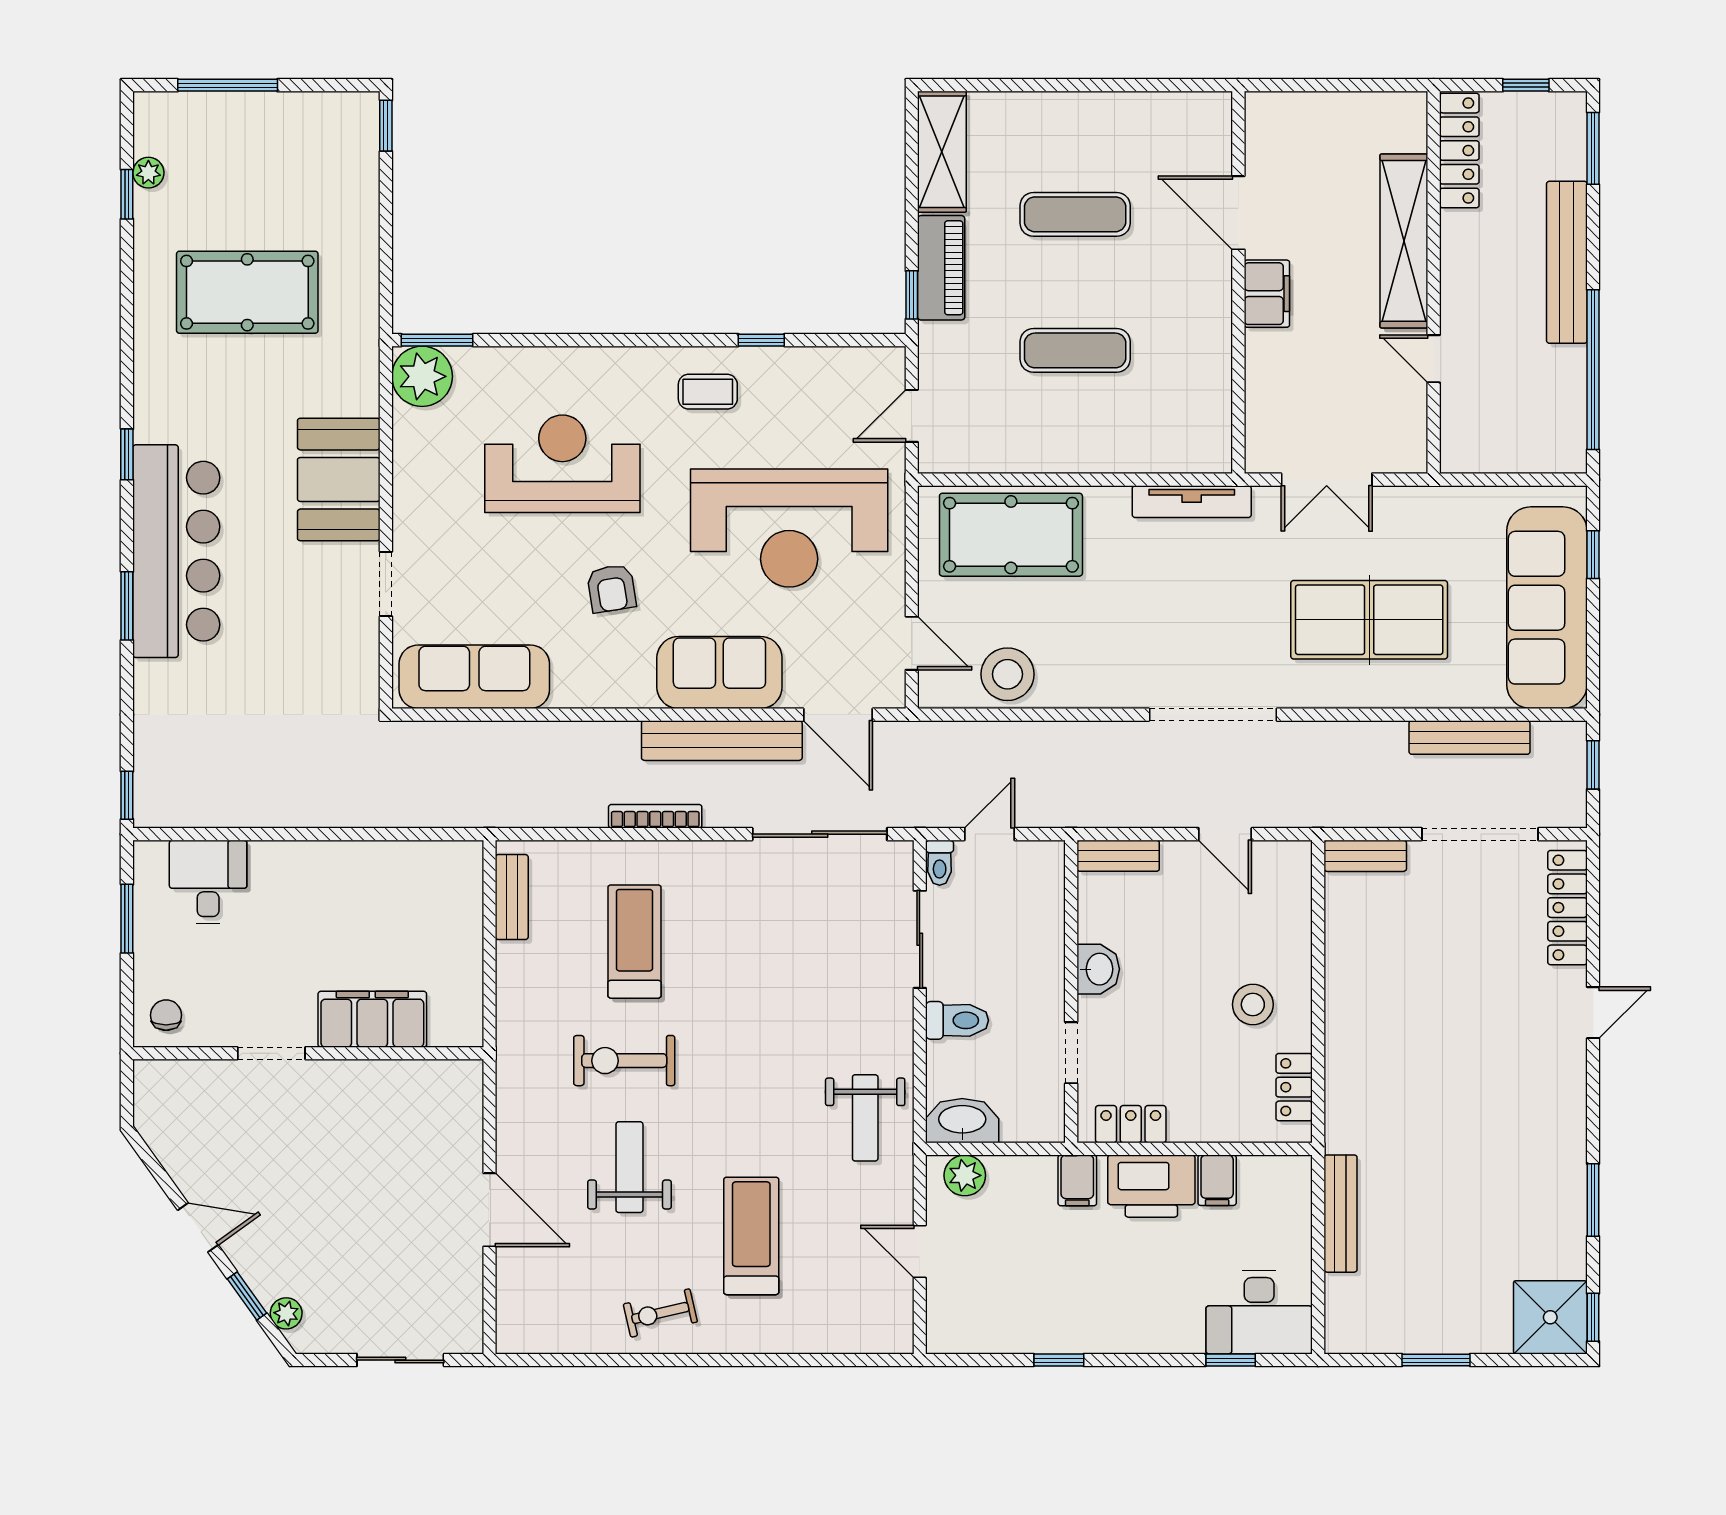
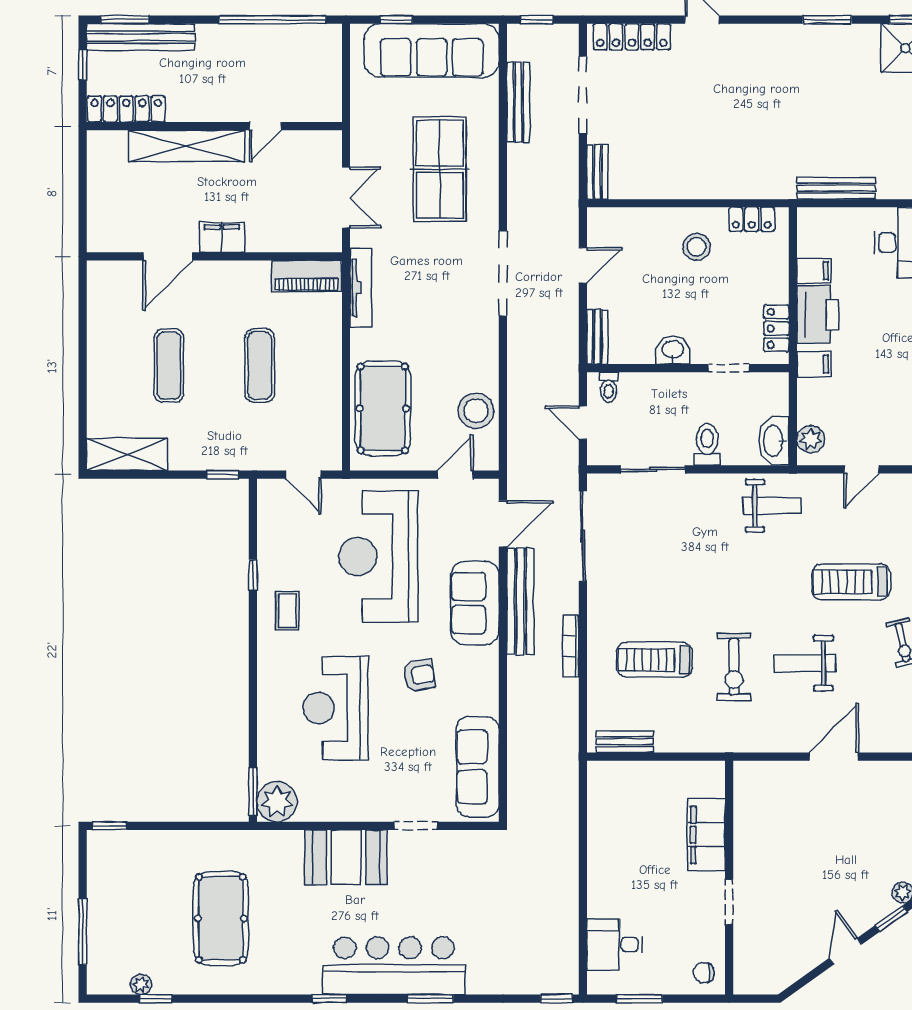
bench: (1567, 262) -> (141, 37), moved
piano: (941, 268) -> (306, 276), moved, turned 180
reception desk: (789, 528) -> (378, 557), turned 180
toilet: (940, 863) -> (609, 387), moved, turned 90

